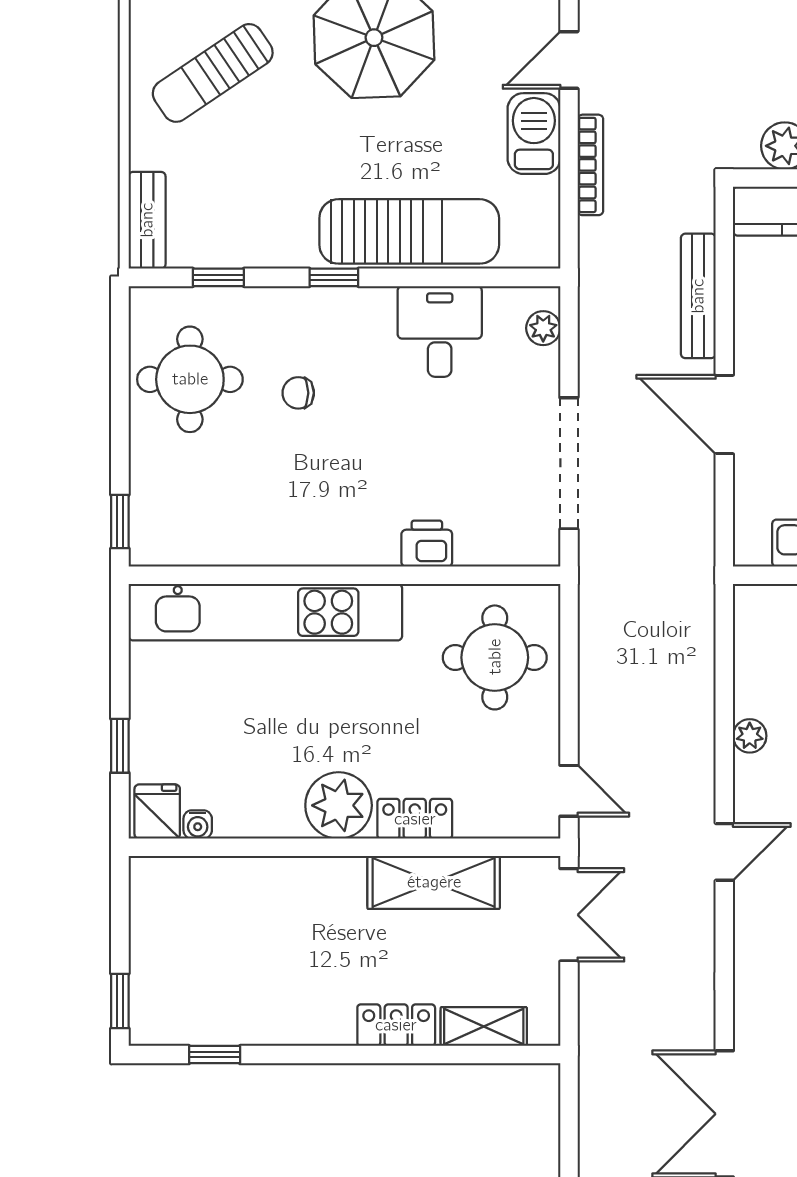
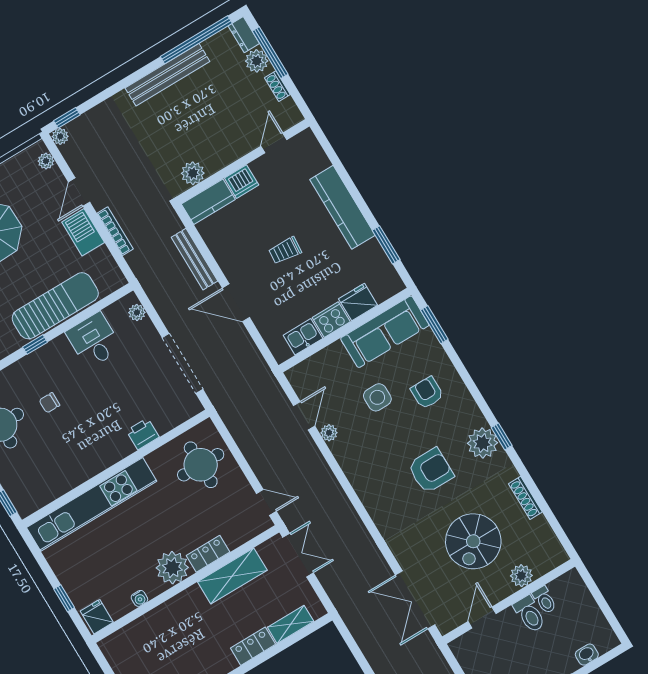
water cooler: (198, 824) -> (139, 598), moved
door: (724, 852) -> (304, 416), moved

